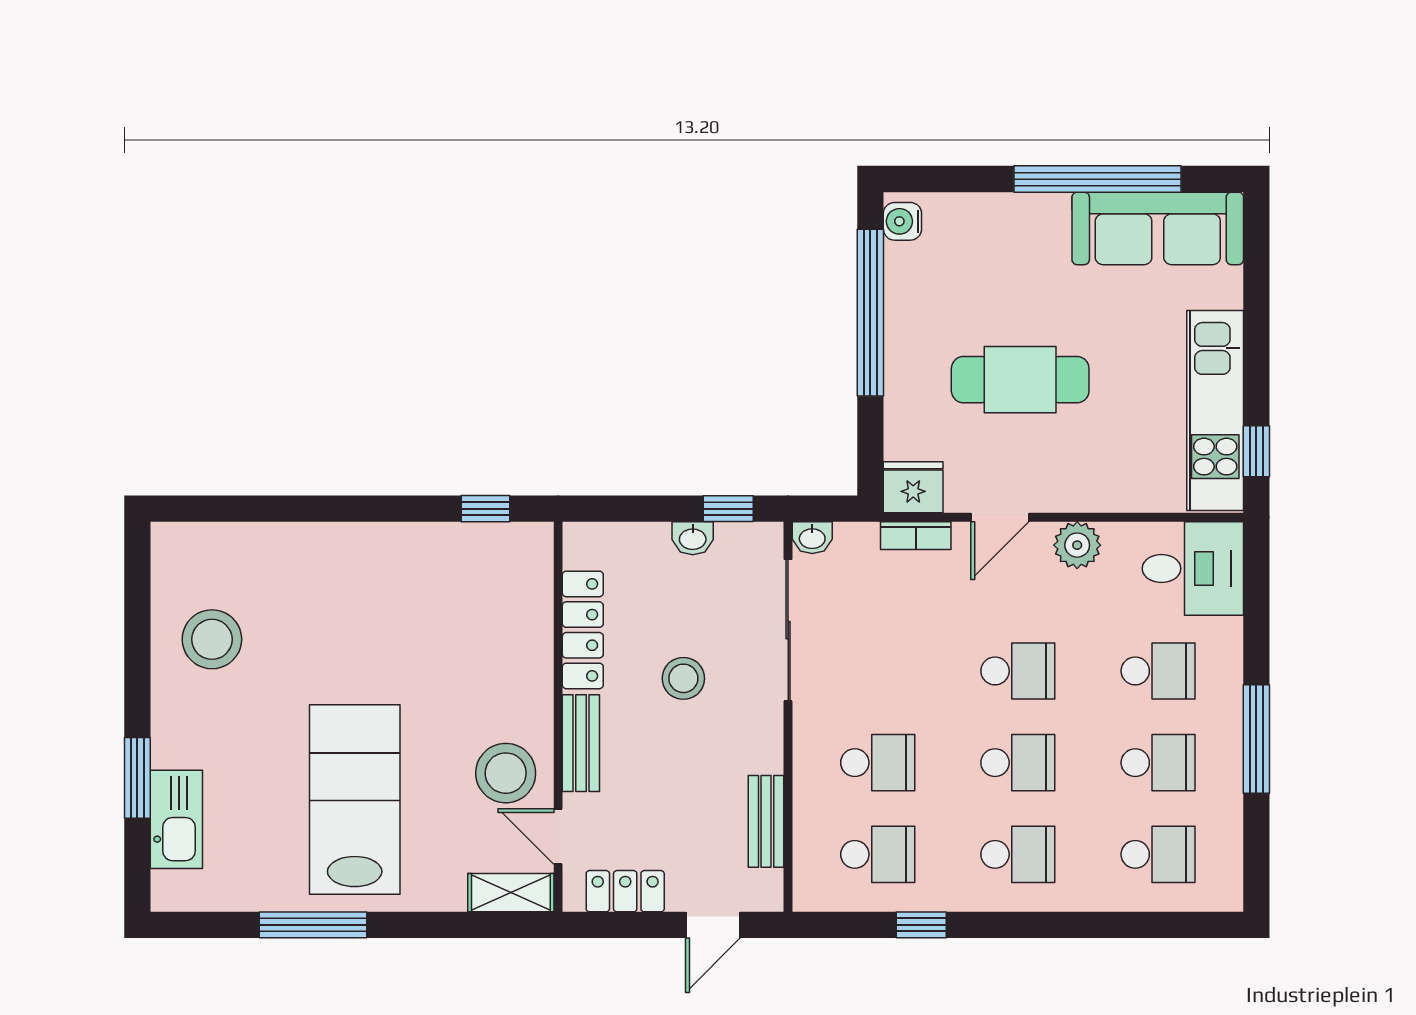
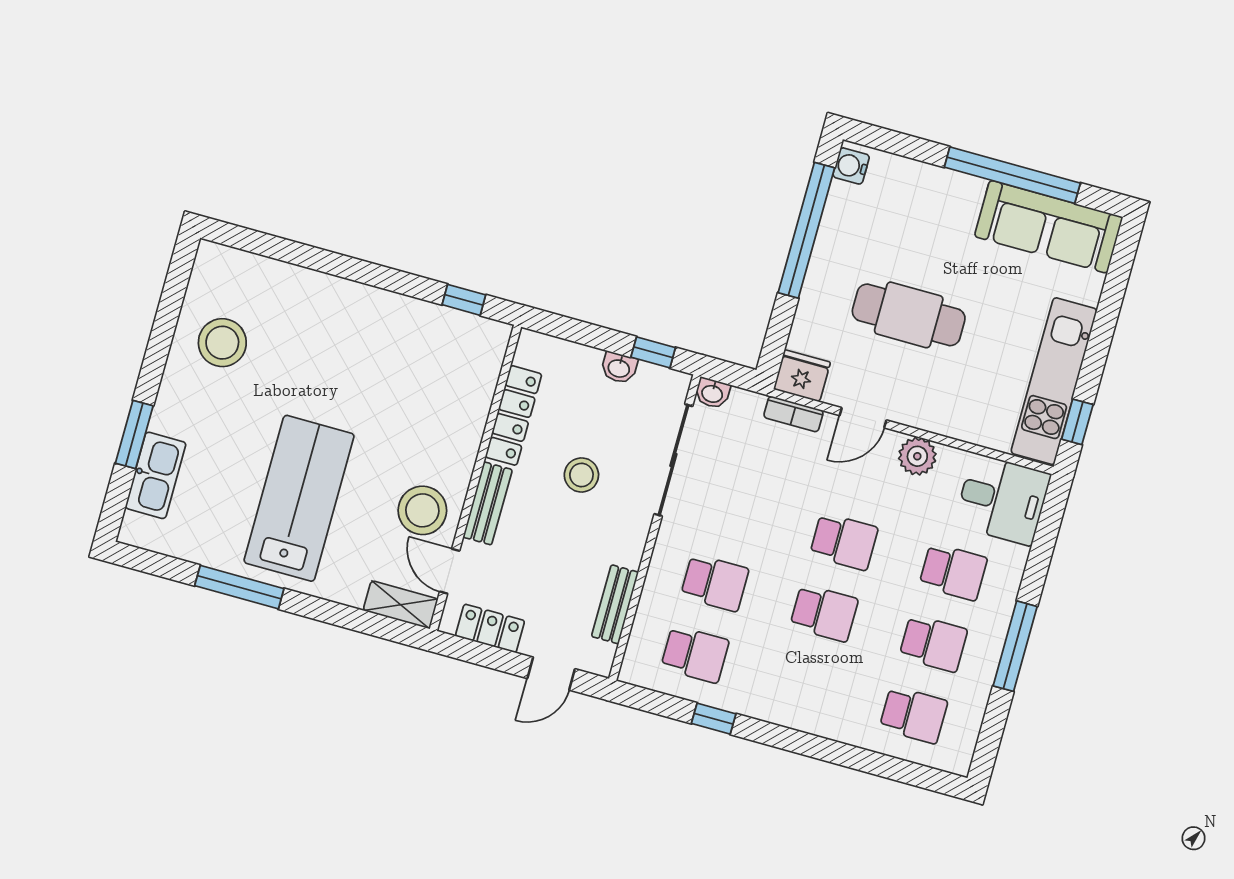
school desk: (1018, 854) -> (804, 685), removed

